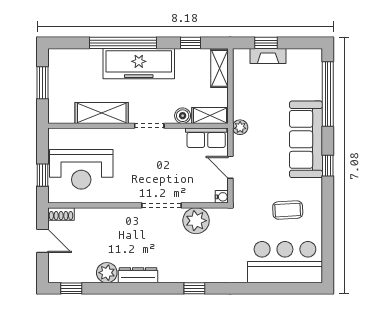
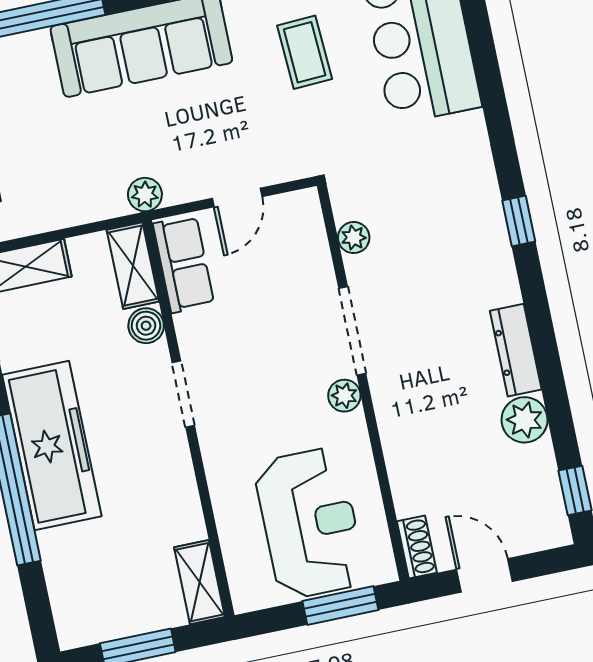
shelving: (102, 113) -> (200, 582), moved, width x0.67, depth x0.75
window: (42, 175) -> (340, 605), width x1.50
plant: (134, 196) -> (344, 396), added
water cooler: (222, 197) -> (306, 203), removed
plant: (196, 221) -> (354, 238), width x0.53, depth x0.53
door: (42, 241) -> (484, 575), hinge flipped

